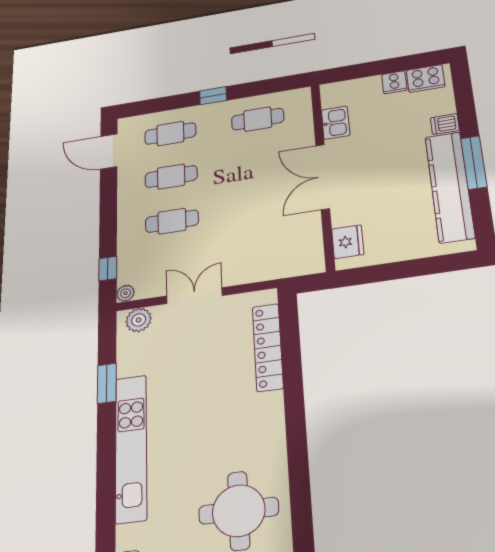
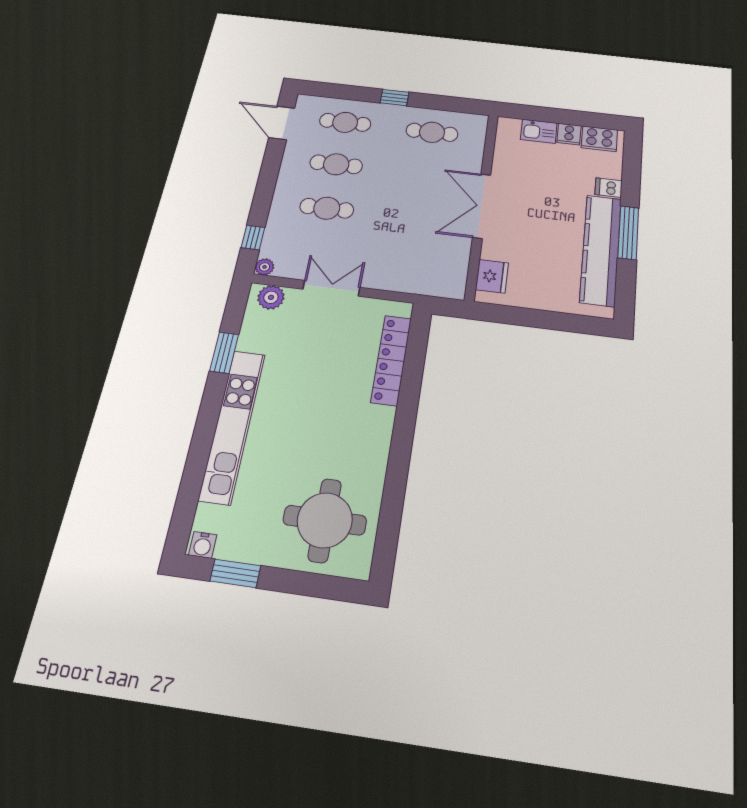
kitchen sink: (336, 123) -> (539, 131), moved, turned 90

